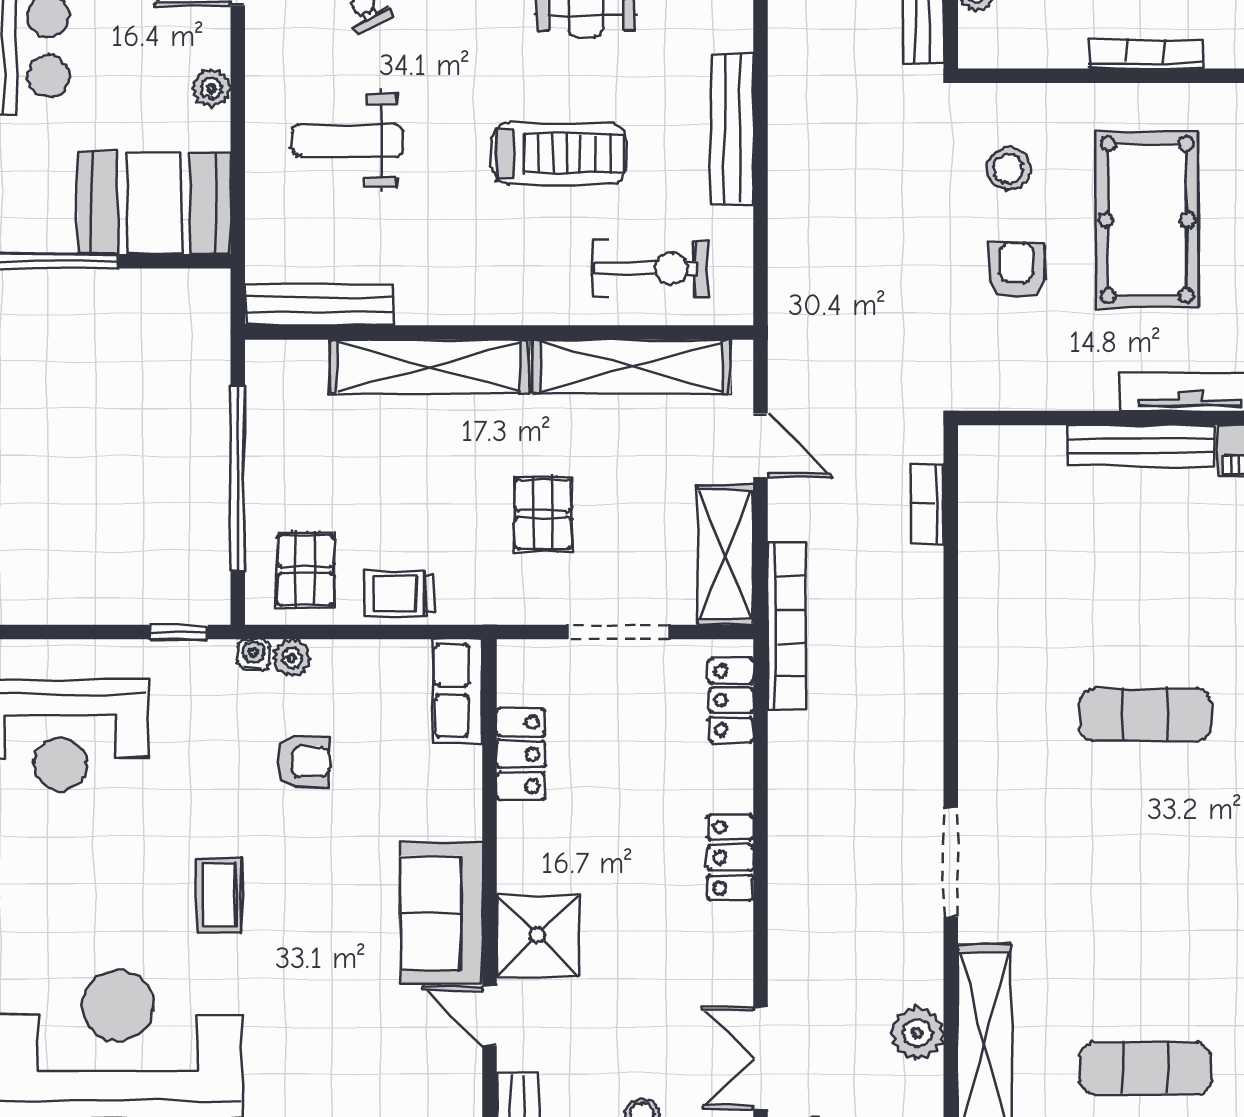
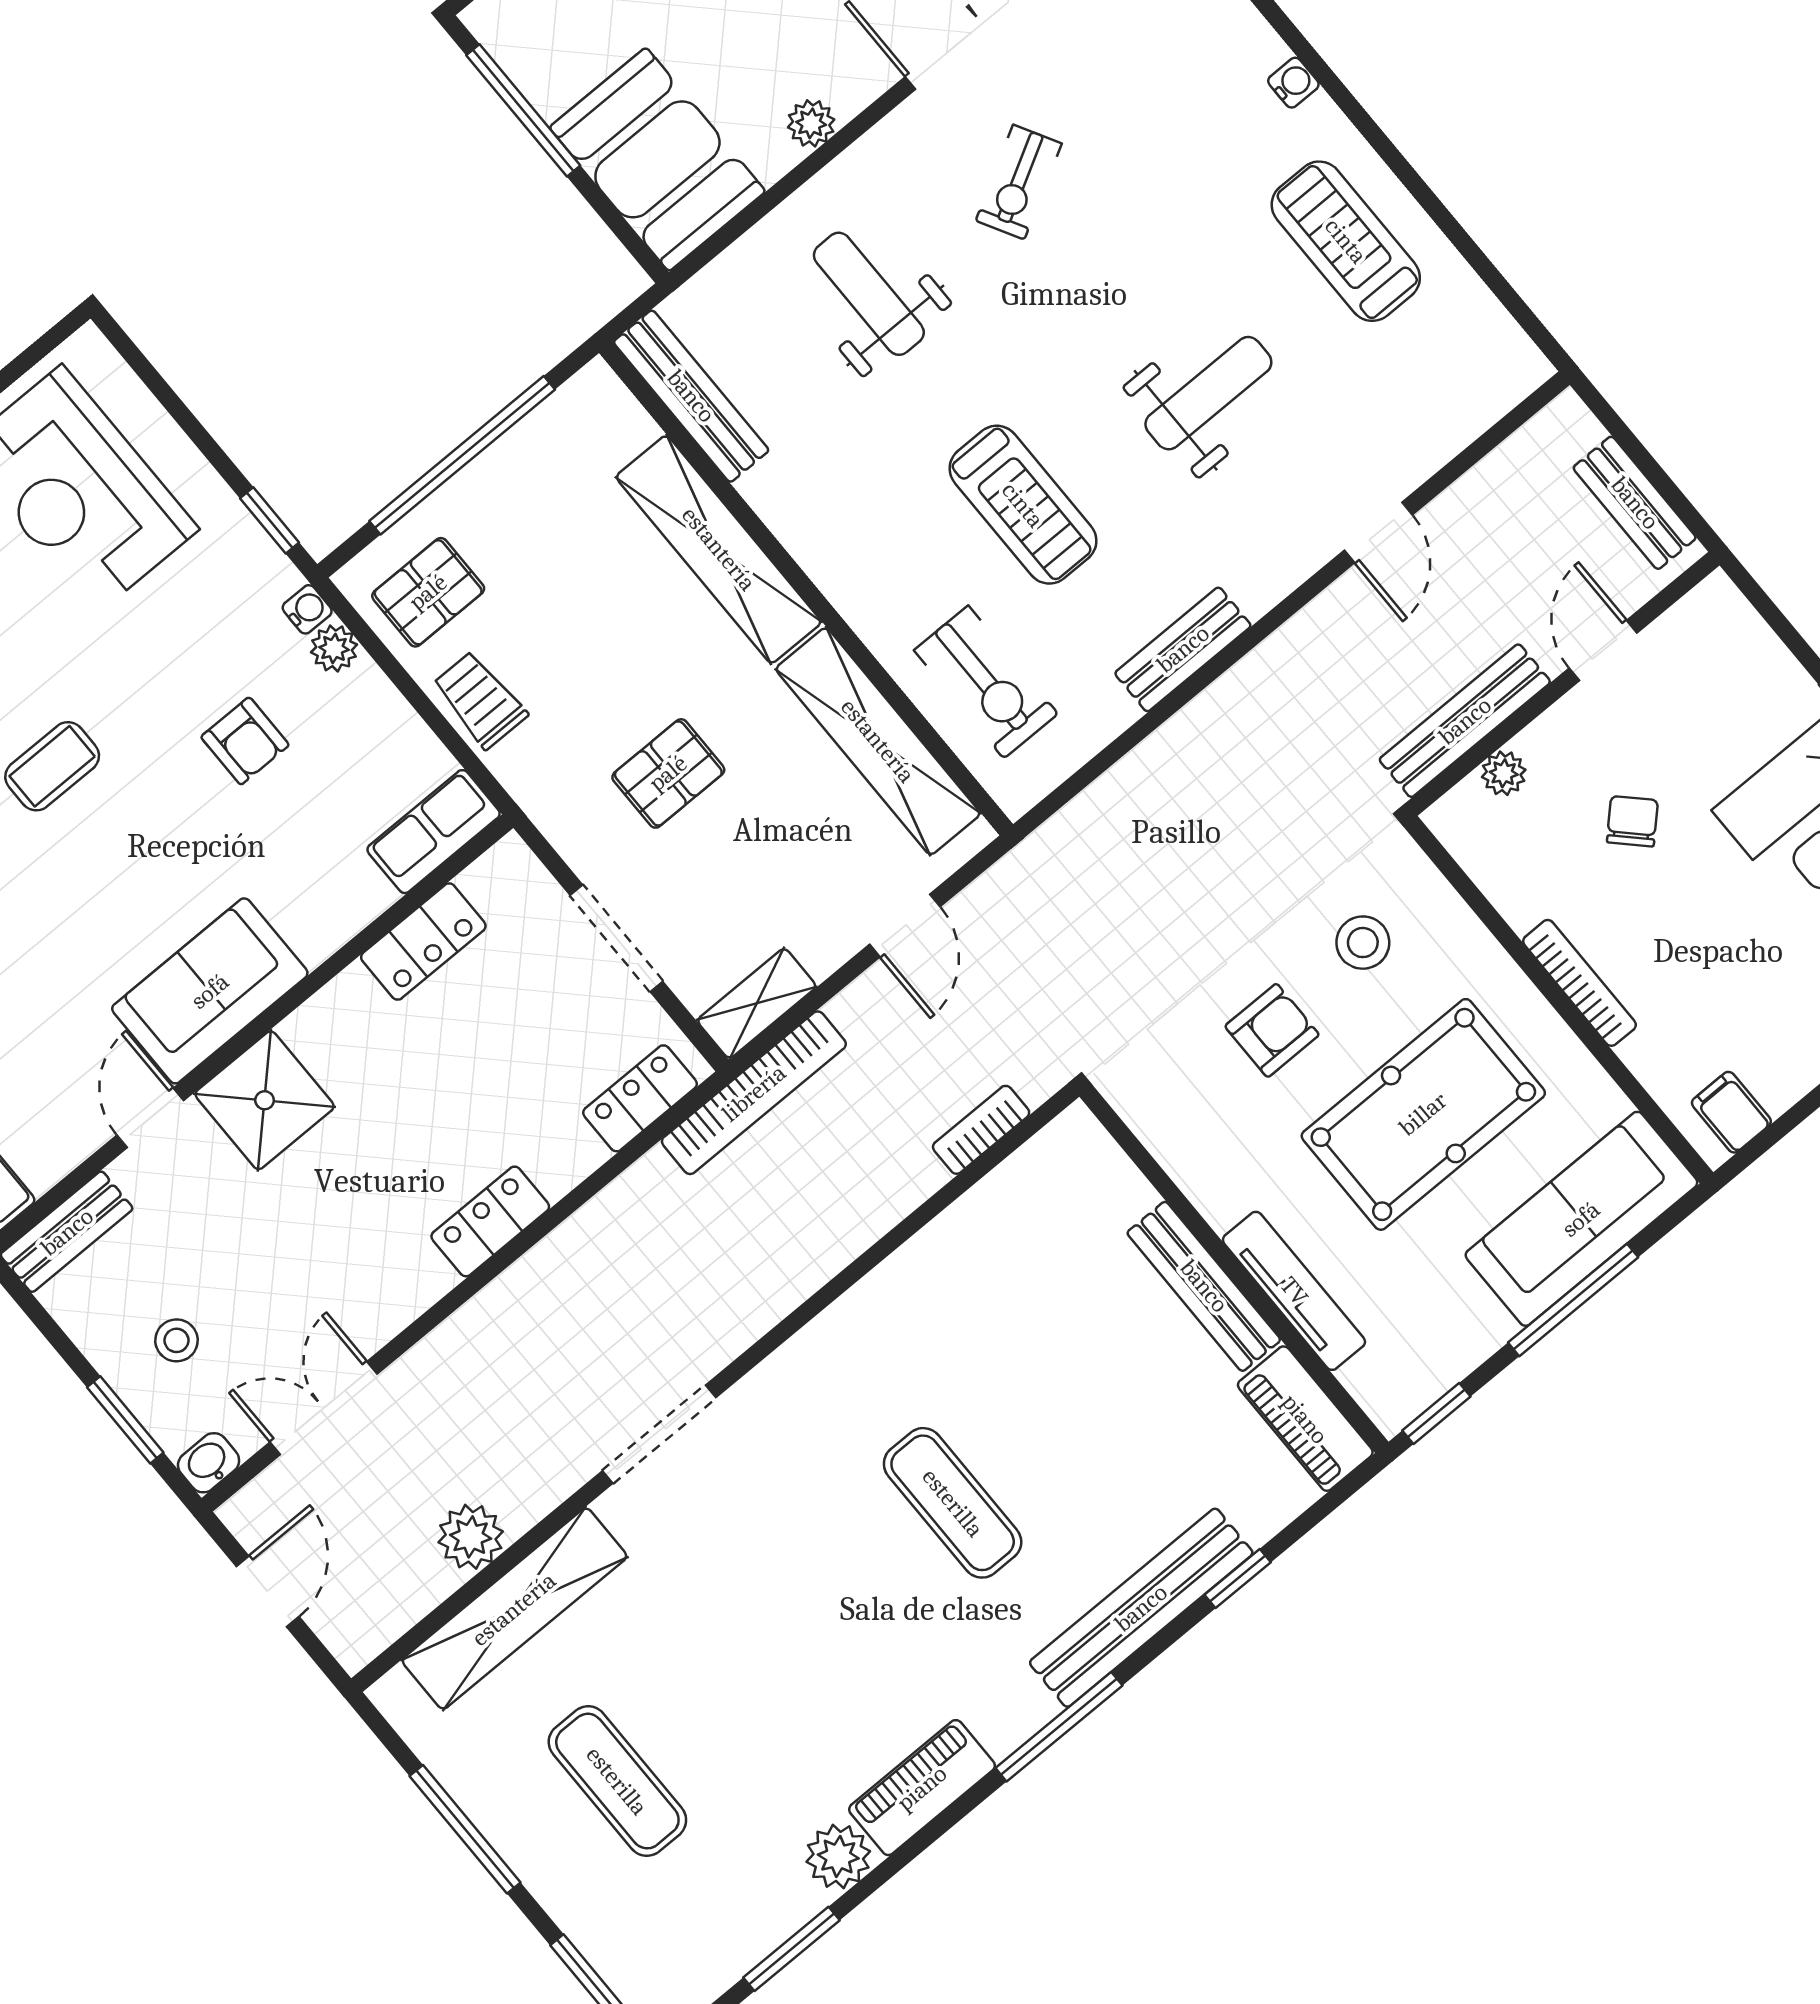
bench: (732, 129) -> (1183, 649), width x0.73
shelving: (725, 555) -> (757, 1003), width x0.67, depth x0.75

